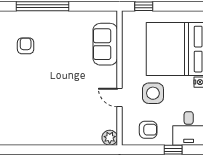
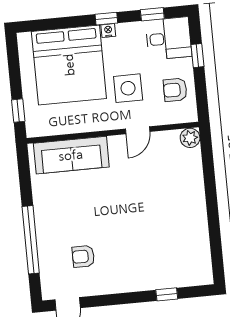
sofa: (105, 44) -> (71, 155), width x1.36
armchair: (148, 130) -> (175, 90), turned -90

